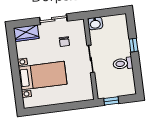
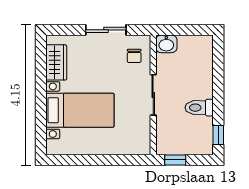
wardrobe: (26, 33) -> (56, 62), moved, turned -90
chair: (64, 42) -> (134, 56), moved
window: (134, 45) -> (218, 135), moved

